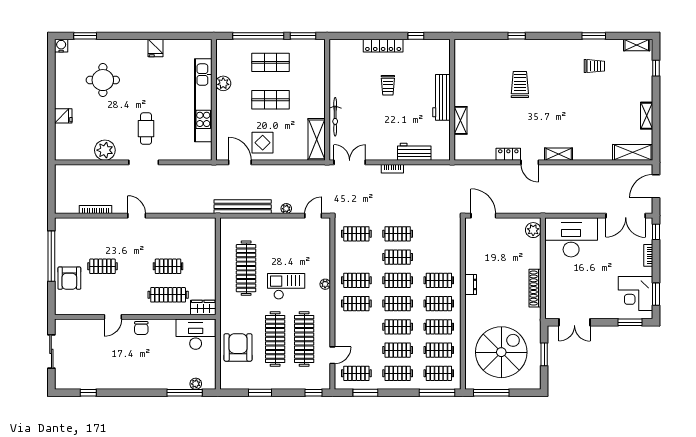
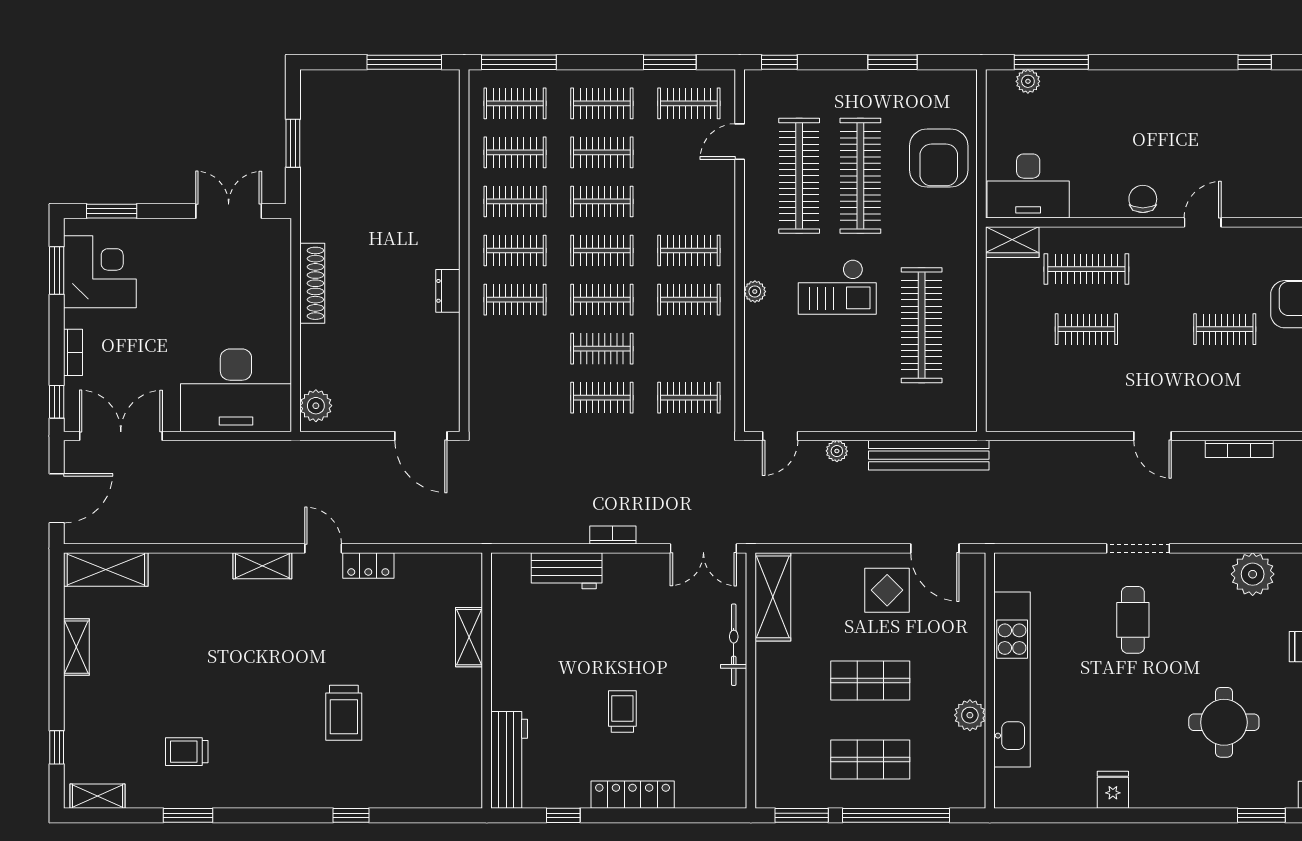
workbench: (442, 97) -> (509, 760), moved
plant: (105, 150) -> (1253, 574), moved
spiral stairs: (501, 352) -> (383, 148), removed

